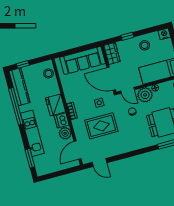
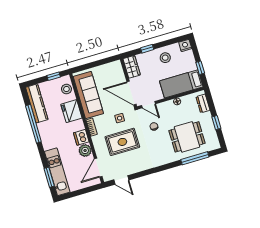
sofa: (83, 60) -> (88, 95), moved, turned -90
window: (23, 64) -> (54, 76), moved
plant: (145, 95) -> (167, 109), removed
fridge: (55, 105) -> (71, 111), moved
kitchen unit: (32, 133) -> (57, 172), moved

